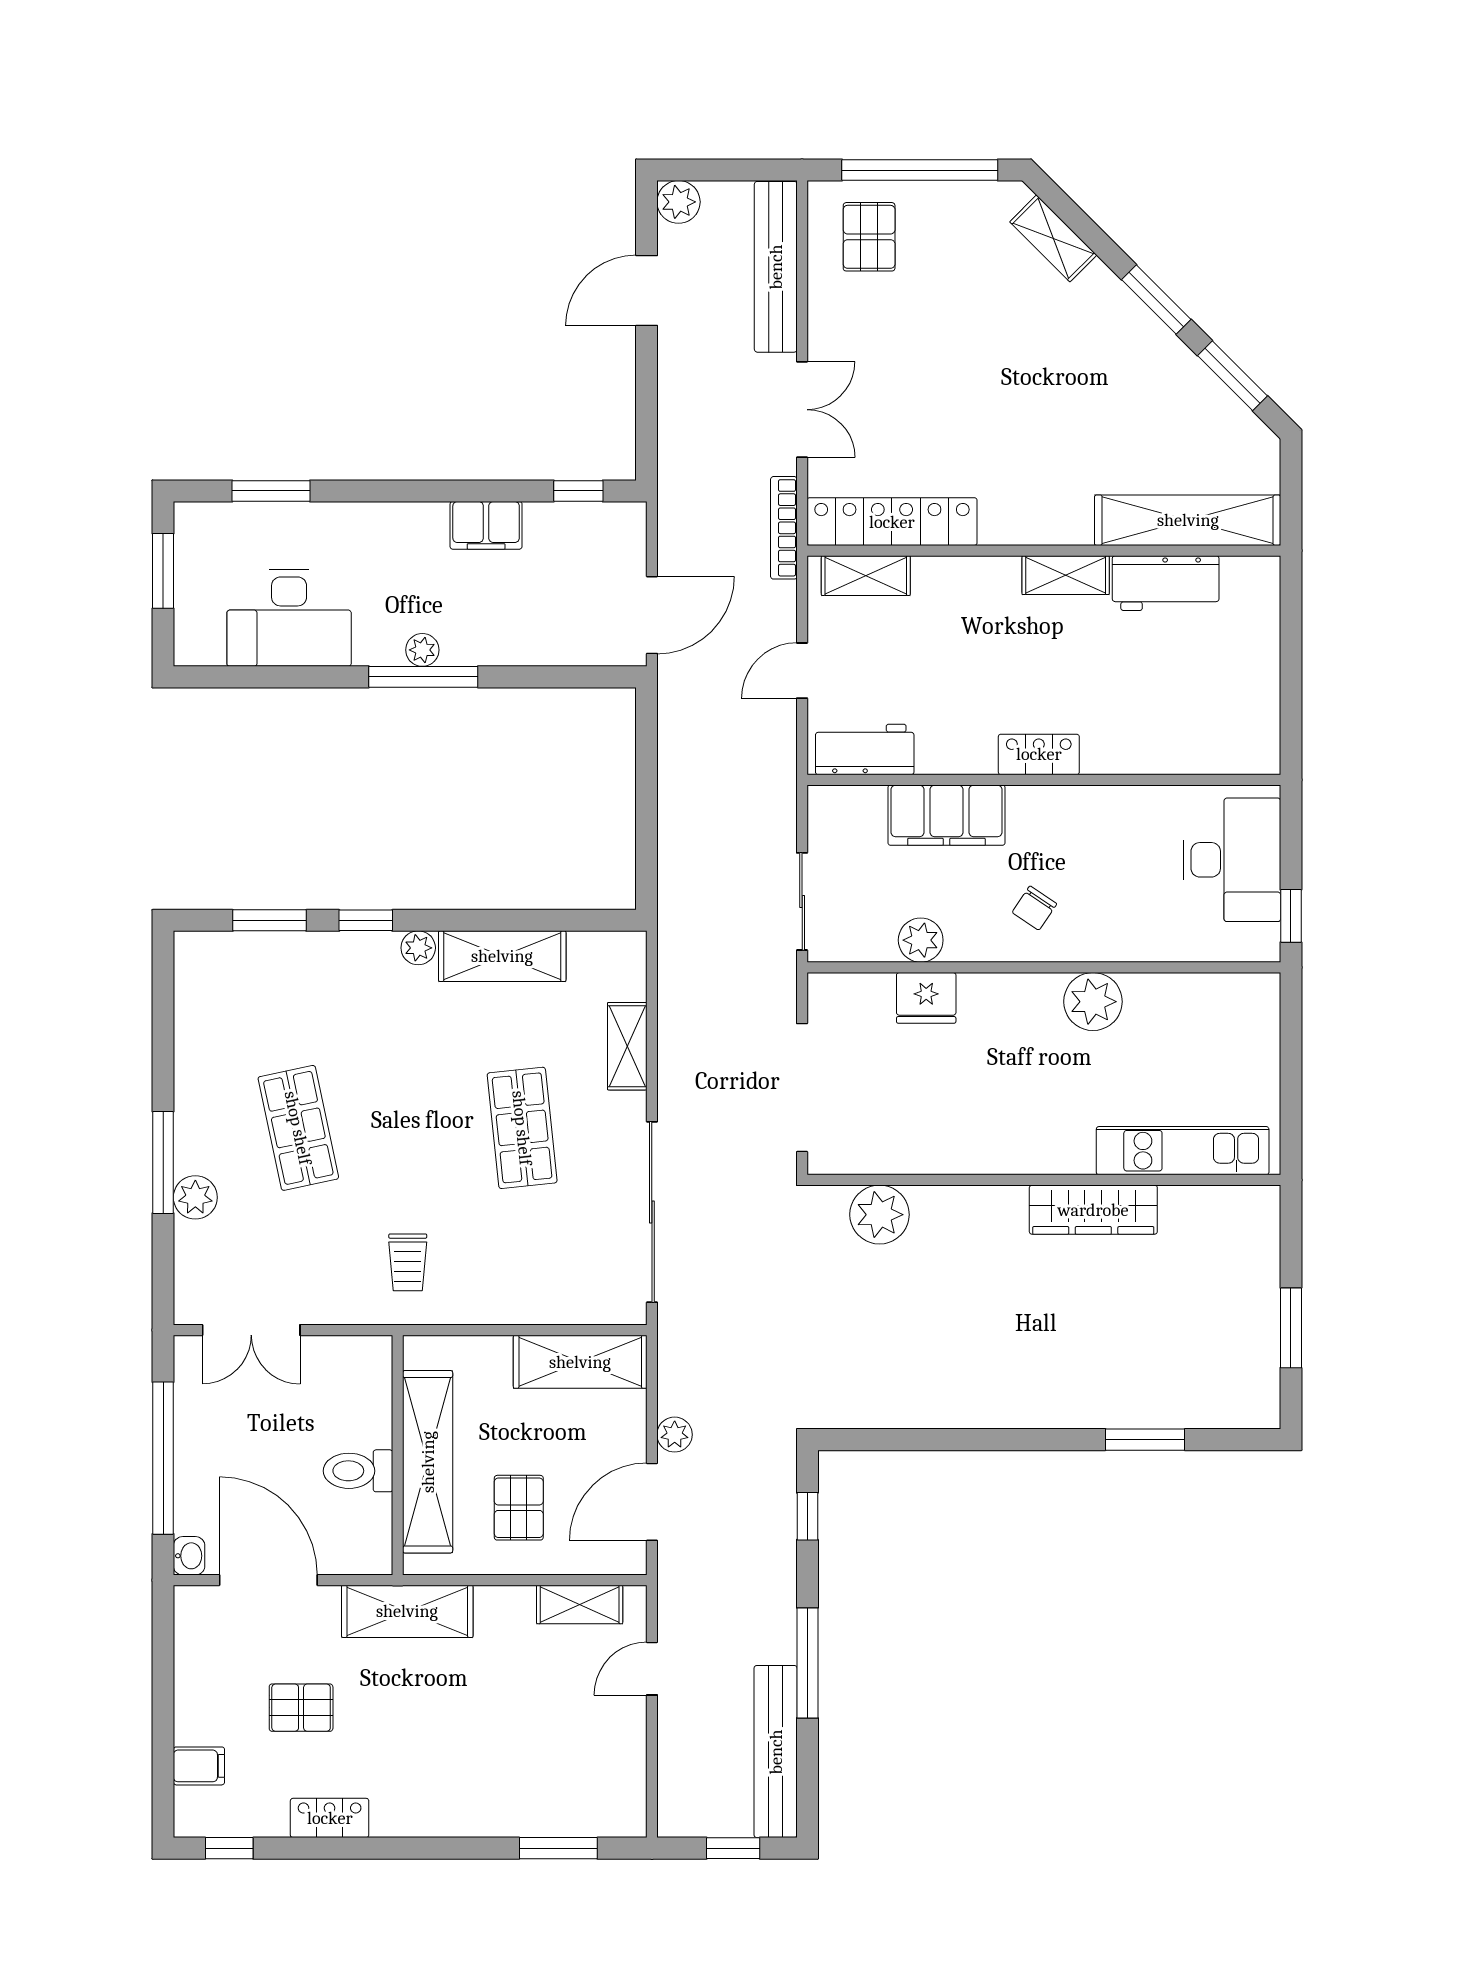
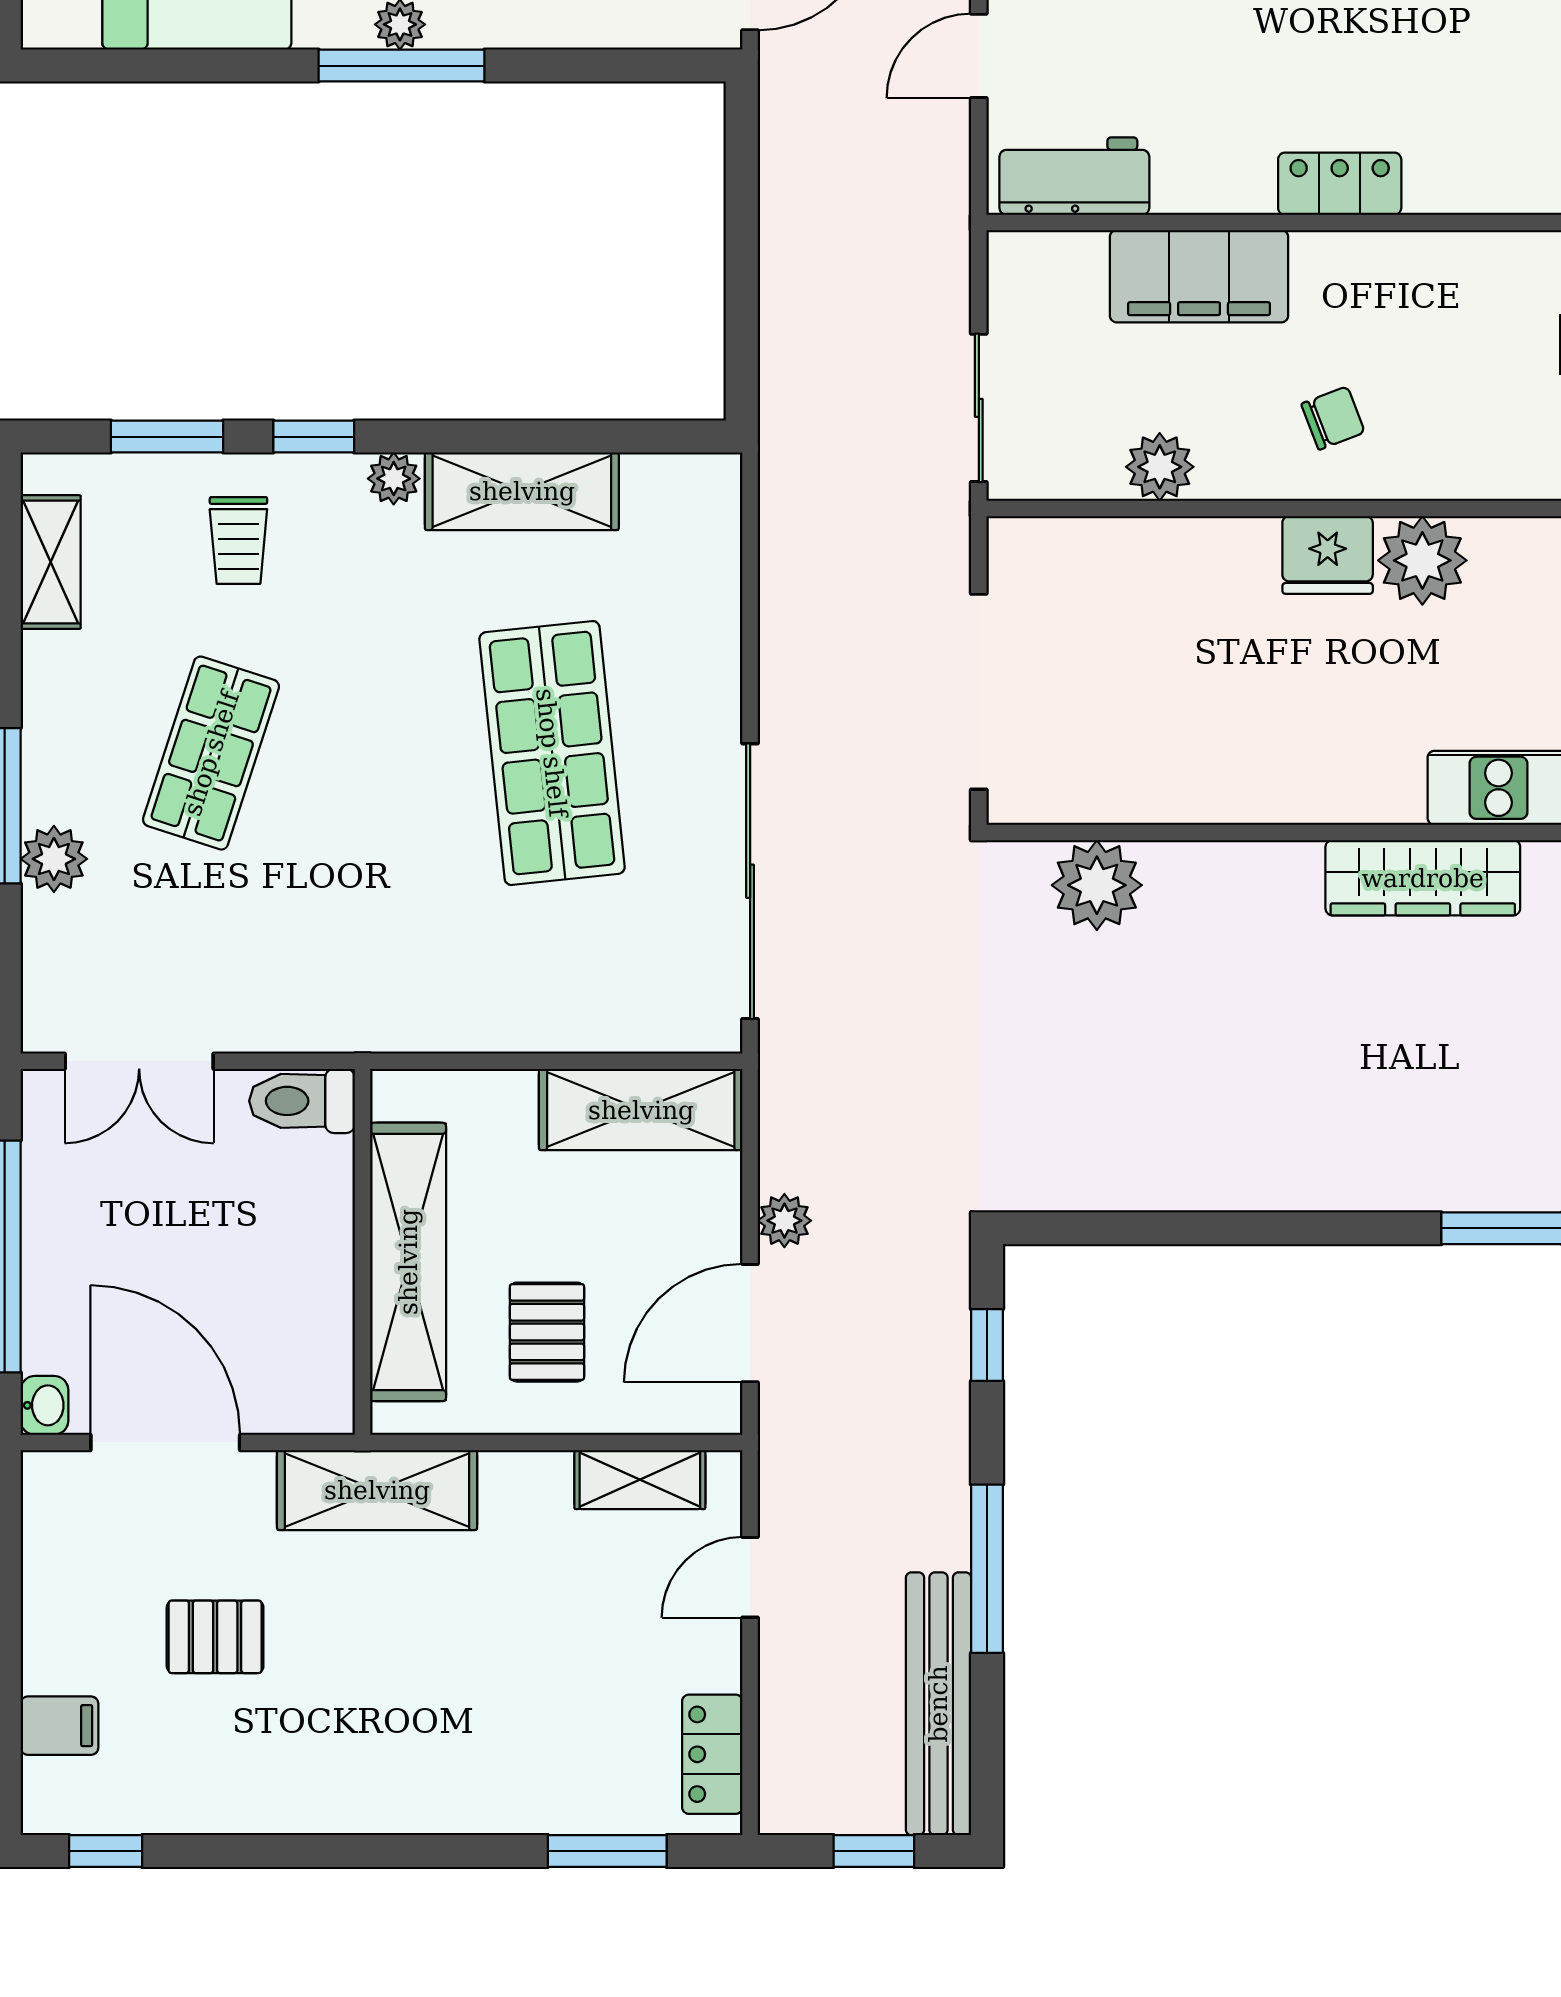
chair: (1034, 908) -> (1333, 418), turned -145
fridge: (926, 998) -> (1328, 555), moved
shelving: (627, 1046) -> (51, 562), moved
shop shelf: (298, 1128) -> (211, 753), turned 30
shop shelf: (522, 1128) -> (552, 753), width x1.43, depth x1.36
trolley: (408, 1262) -> (238, 540), moved
toilet: (358, 1471) -> (302, 1101), moved
locker: (330, 1818) -> (712, 1754), moved, turned -90

